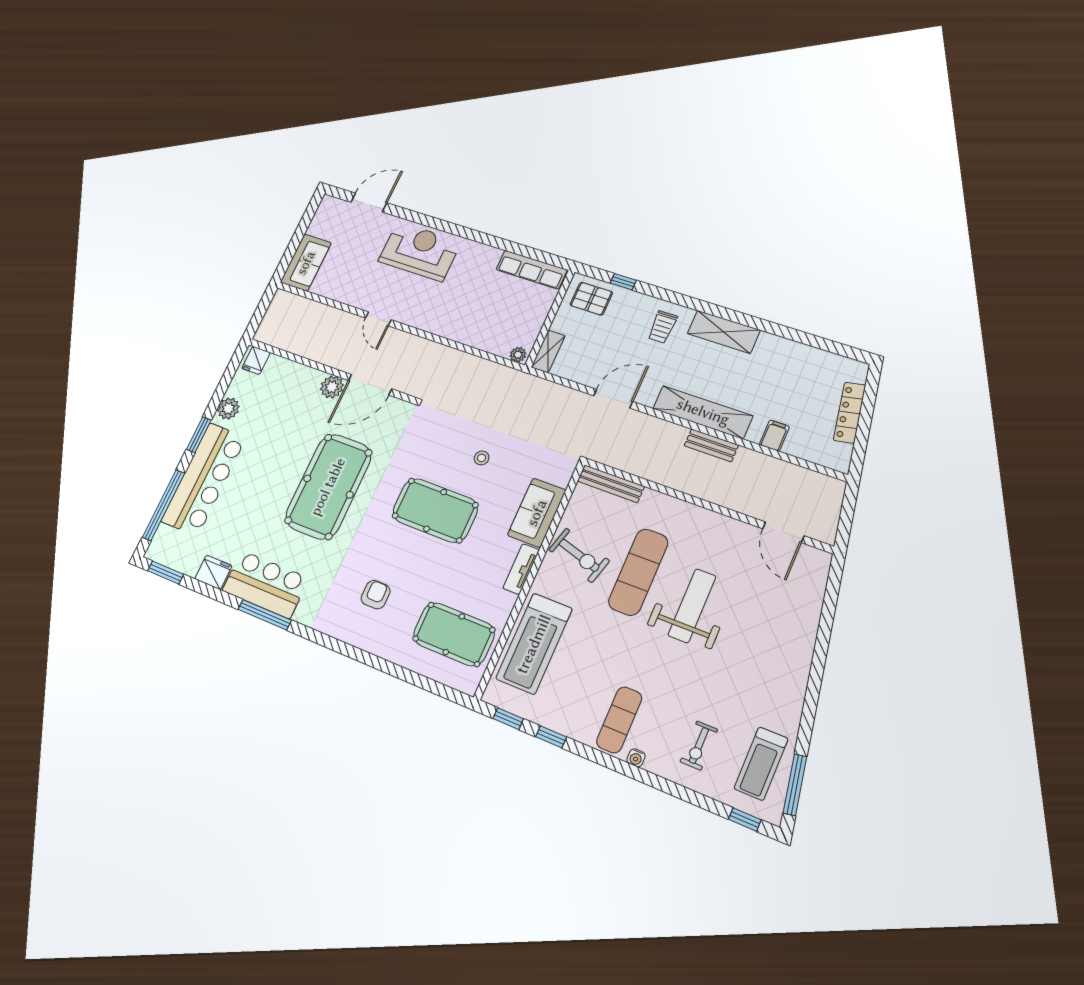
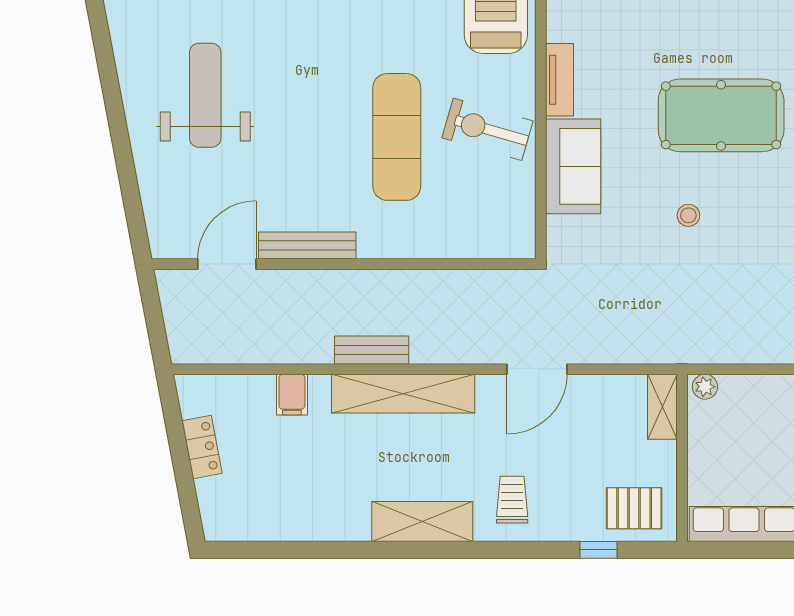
locker: (850, 413) -> (202, 447), width x0.66
bench: (611, 484) -> (307, 246), moved
door: (783, 532) -> (227, 264), hinge flipped
weight bench: (692, 606) -> (205, 95), moved, turned 180

